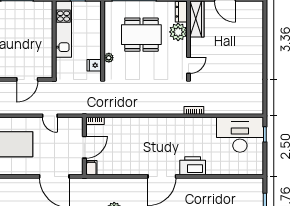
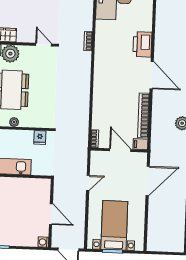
plant: (109, 58) -> (14, 122), moved
door: (27, 79) -> (51, 214), moved
bookcase: (121, 170) -> (144, 115), added

